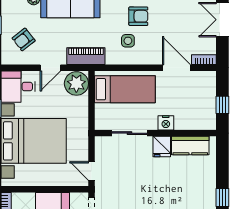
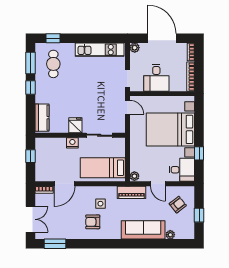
door: (50, 68) -> (158, 184), swing flipped
door: (176, 68) -> (64, 184), hinge flipped
plant: (76, 83) -> (134, 176), width x0.53, depth x0.53
kitchen counter: (190, 146) -> (42, 118), moved, turned 90

